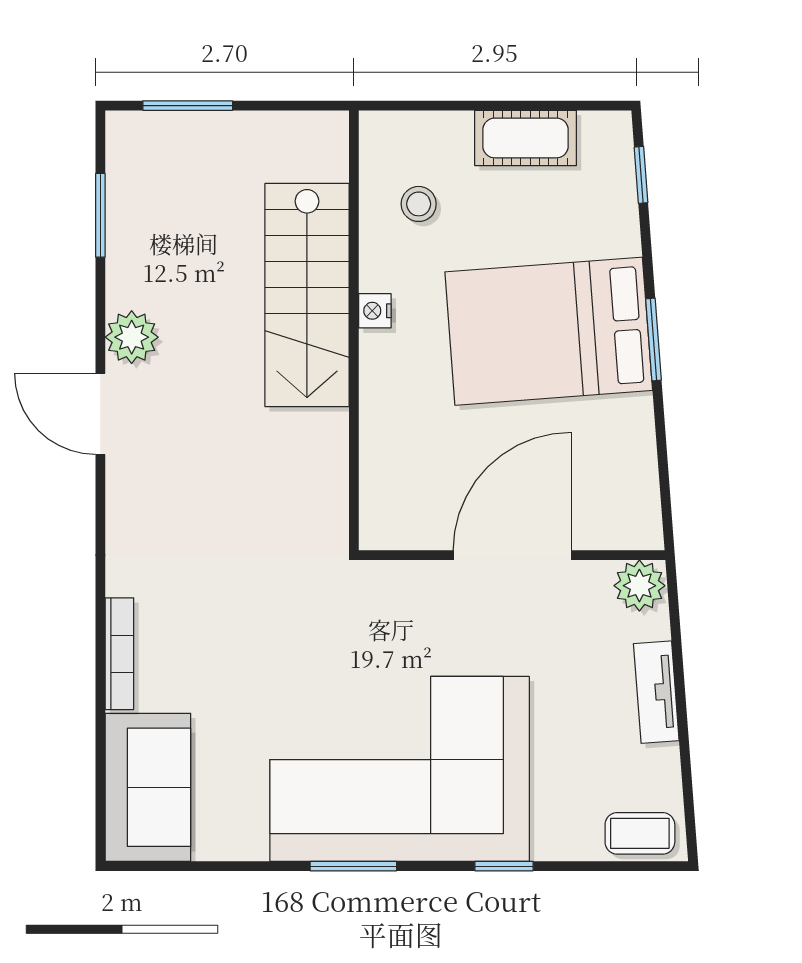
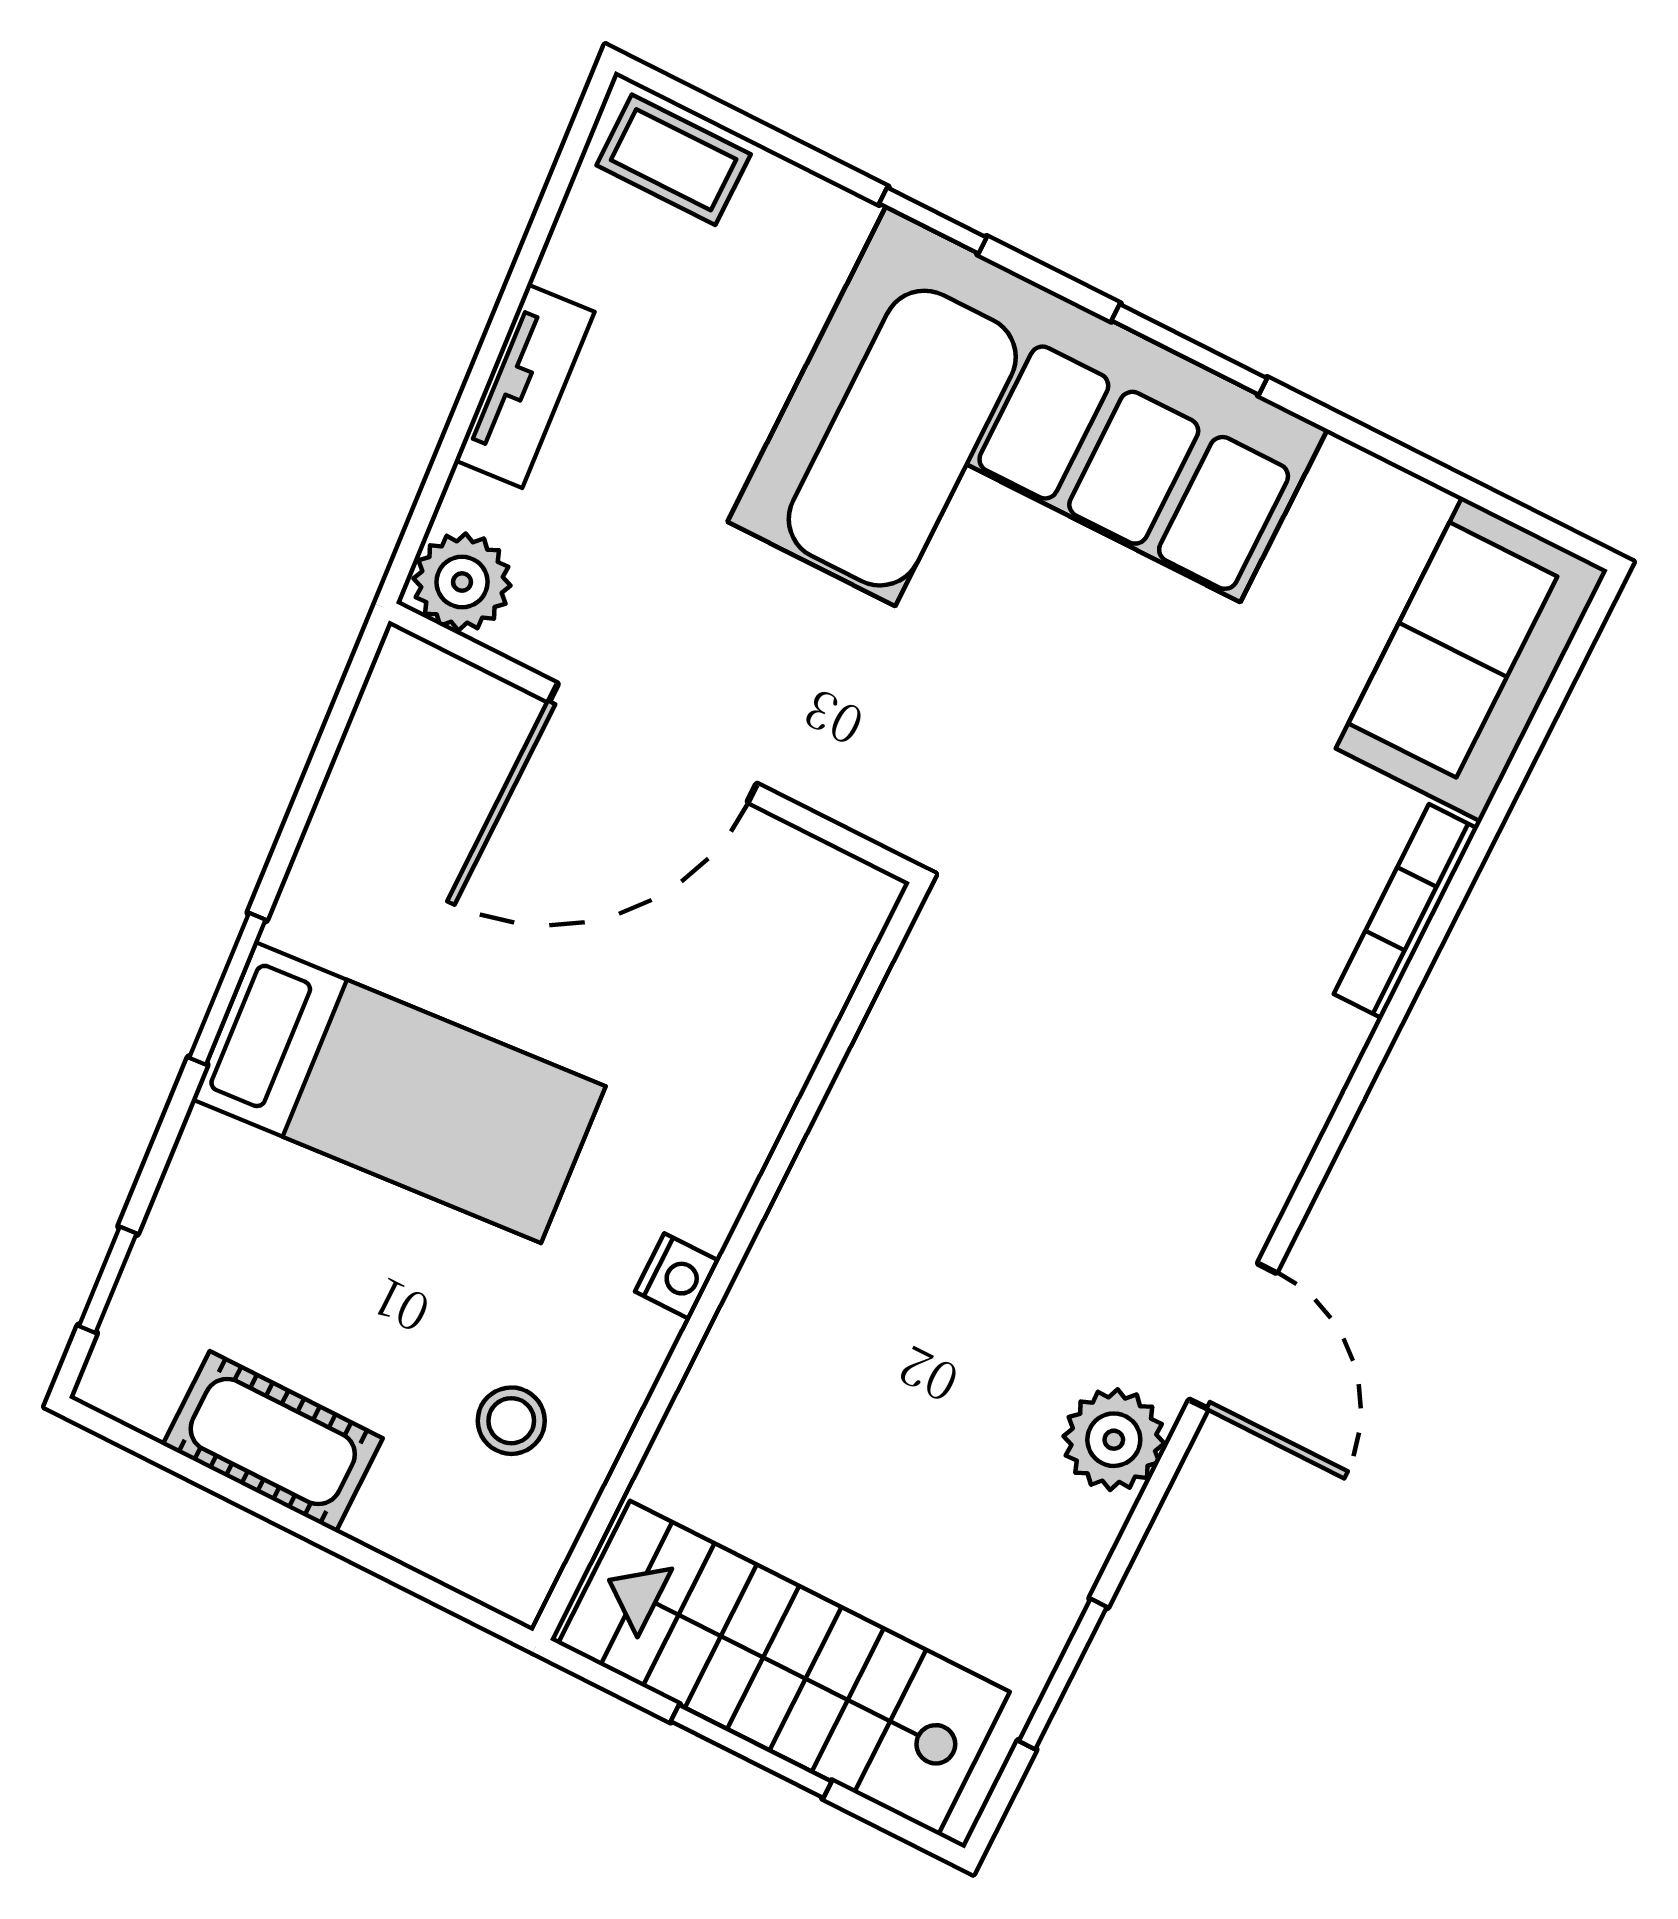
window: (188, 106) -> (751, 1751), moved
stairs: (307, 295) -> (784, 1668), moved, turned -90
bed: (549, 331) -> (399, 1093), width x0.67

